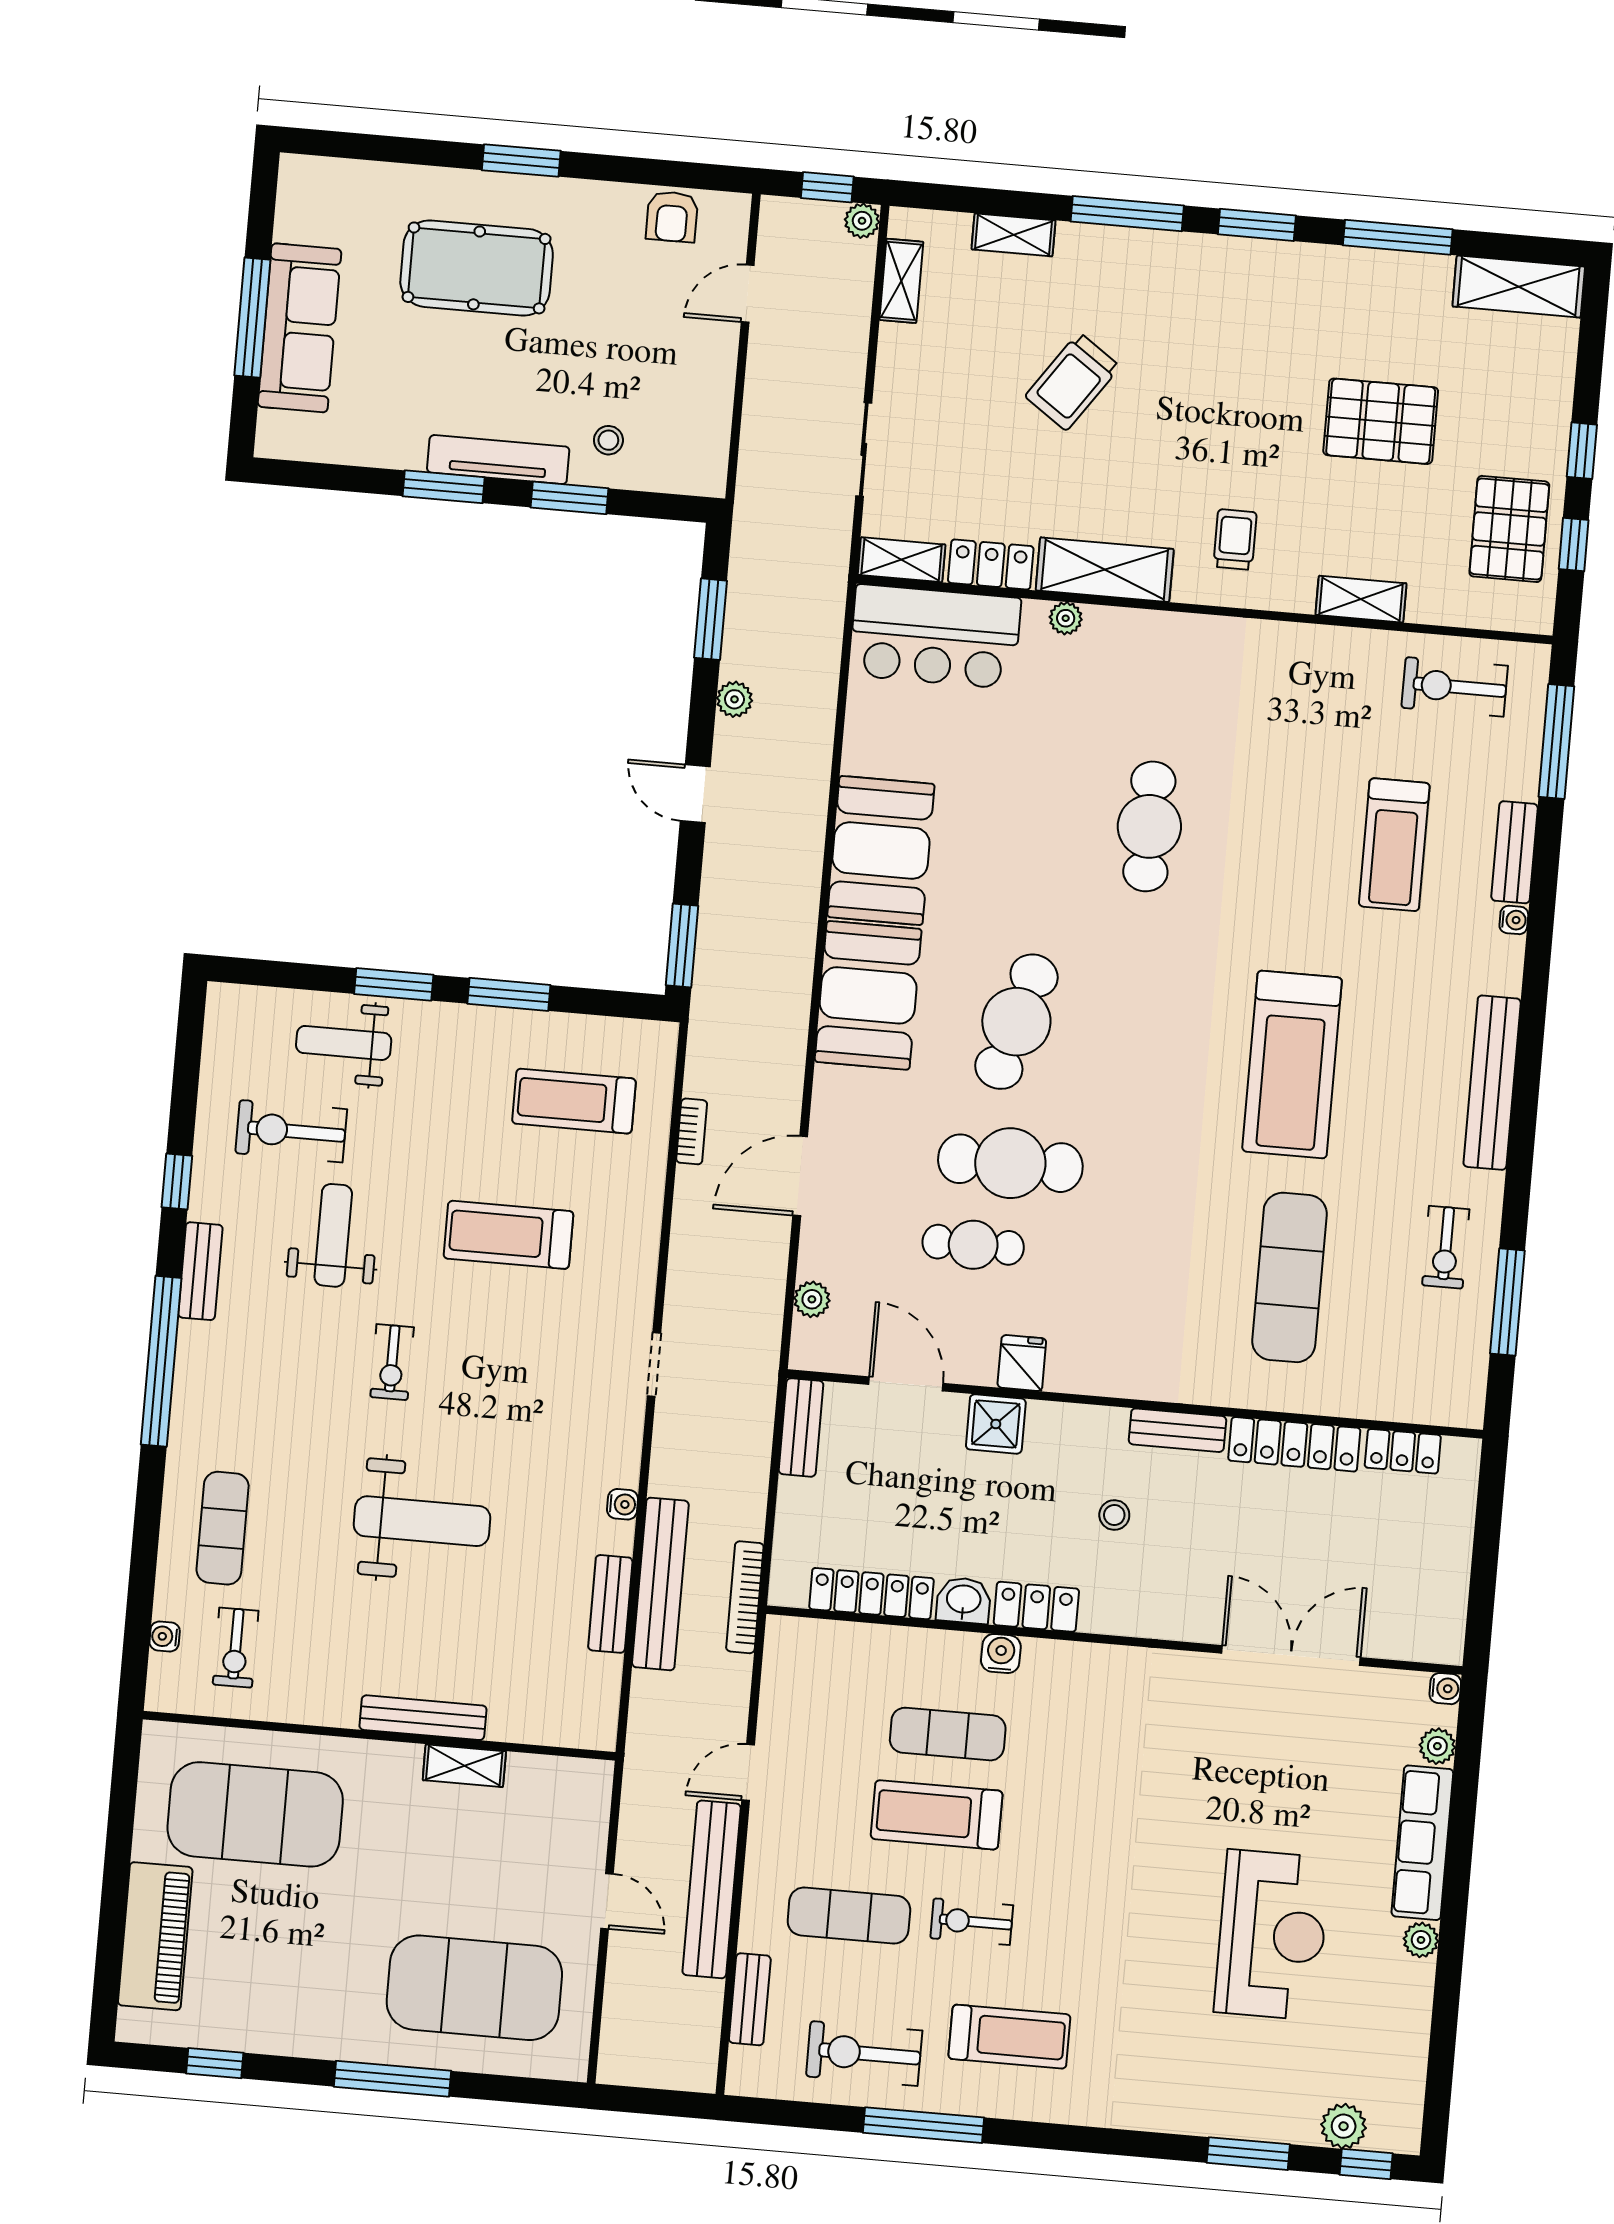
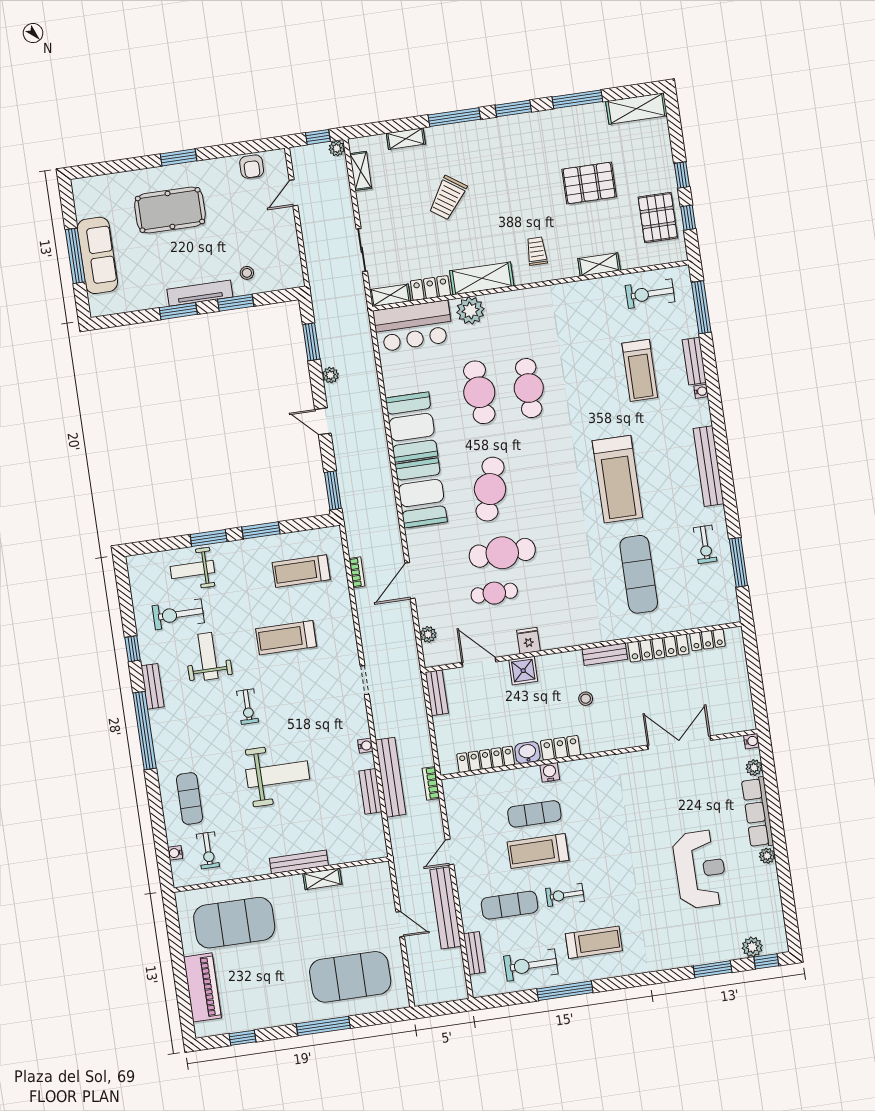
plant: (1066, 618) -> (470, 311), width x1.88, depth x1.88
cafe table: (1042, 811) -> (479, 392), added
bookcase: (745, 1597) -> (431, 783), width x0.64

